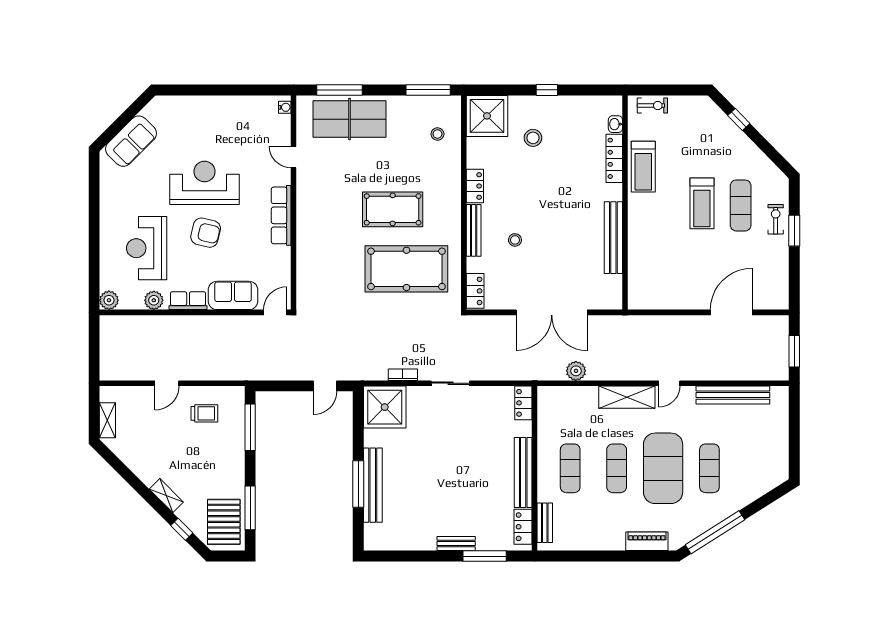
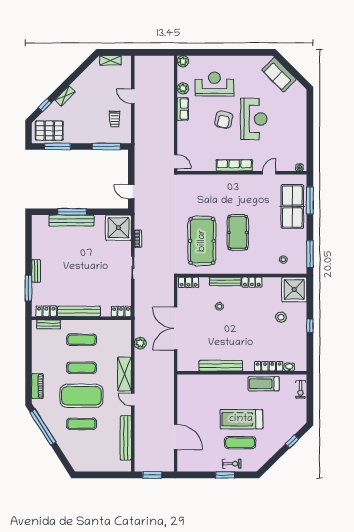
treadmill: (702, 203) -> (241, 419), width x1.37, depth x1.38
sofa: (233, 295) -> (186, 136), removed

